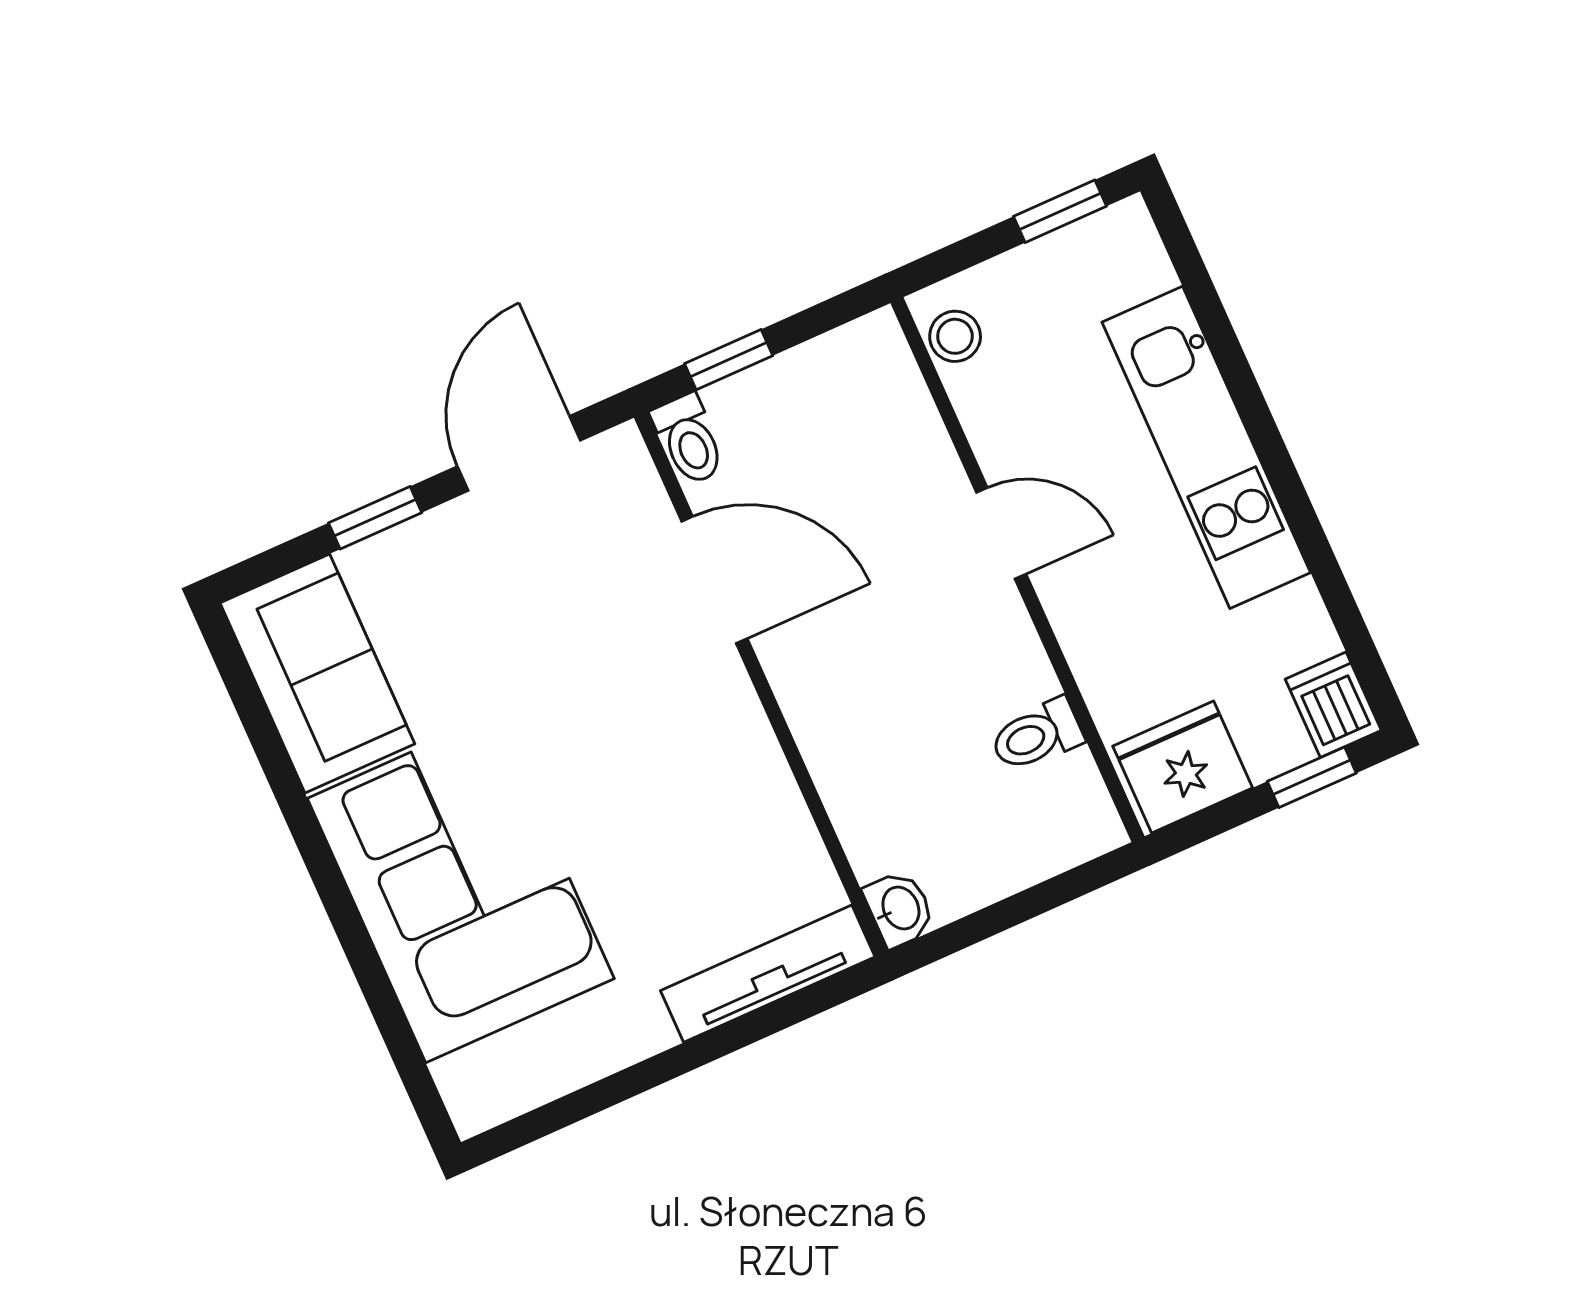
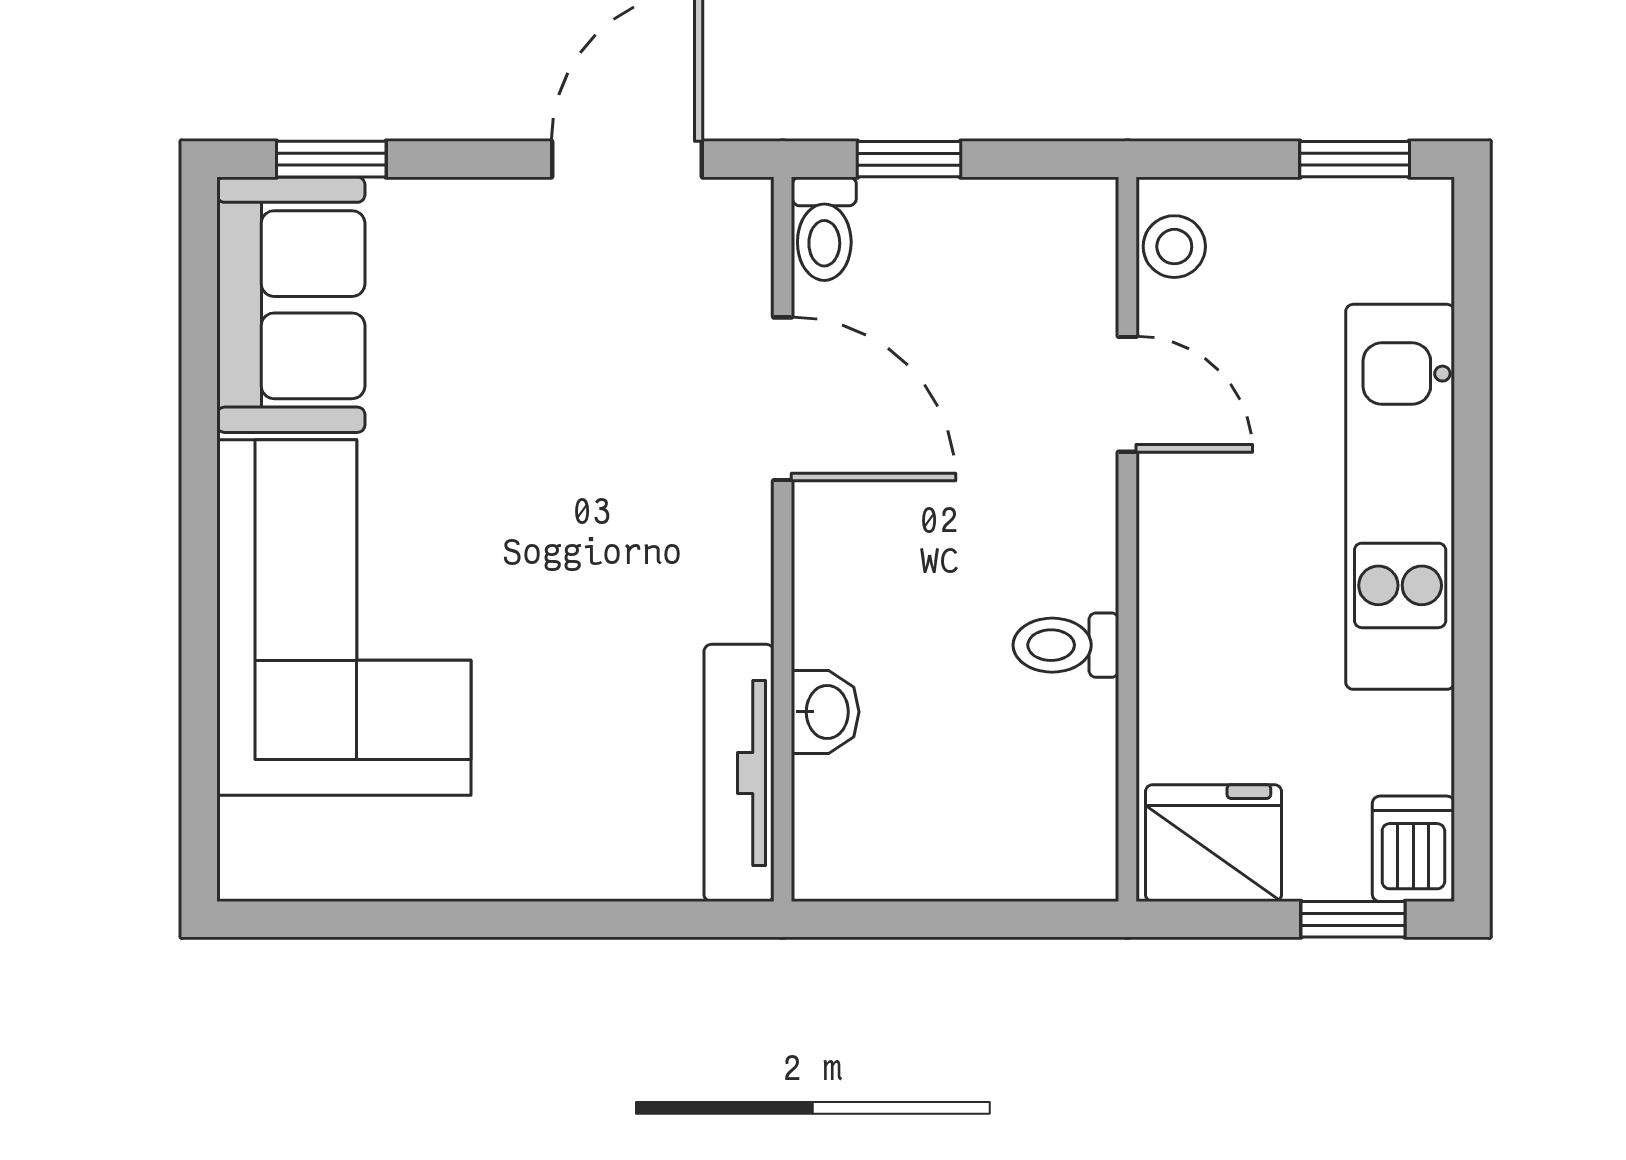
window: (375, 518) -> (331, 159), moved
door: (1001, 533) -> (1127, 394), moved
toilet: (1037, 735) -> (1066, 645), moved
washbasin: (899, 909) -> (825, 712), moved
tv unit: (768, 974) -> (739, 773), moved, turned -90

